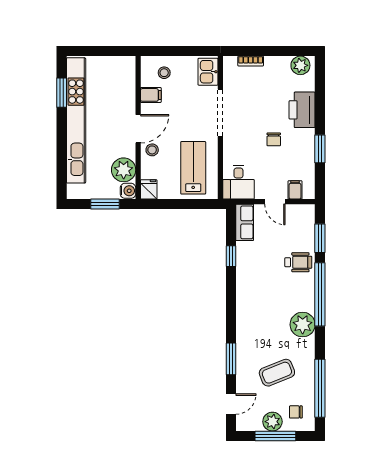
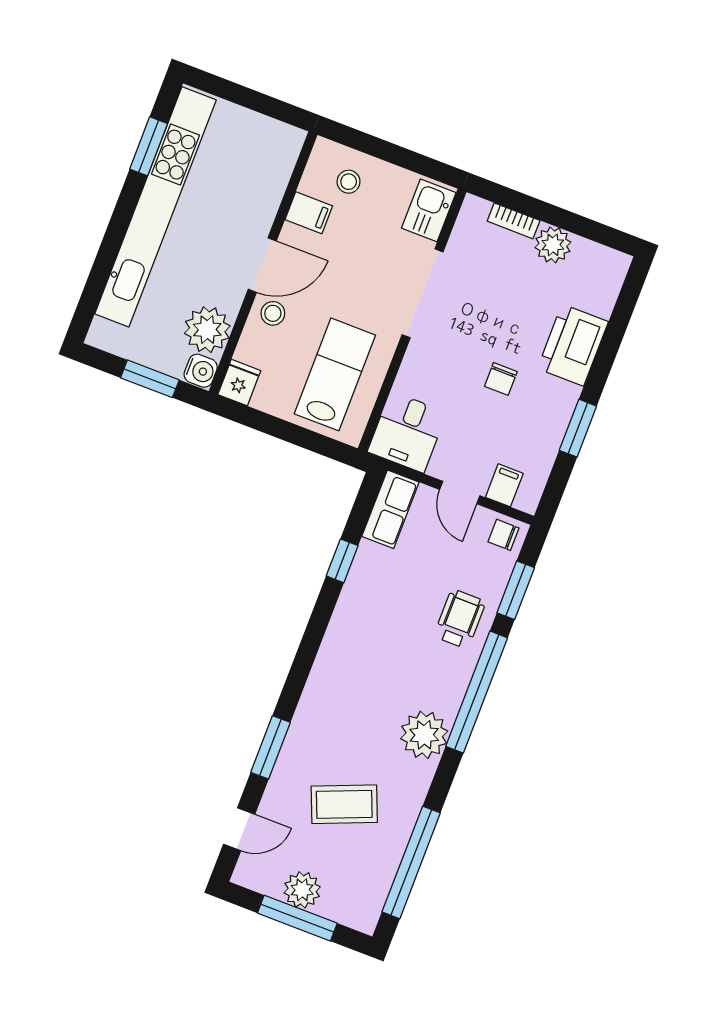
plant: (300, 65) -> (553, 245), moved
wheelchair: (298, 262) -> (460, 619), turned -90
chair: (296, 412) -> (503, 535), moved

